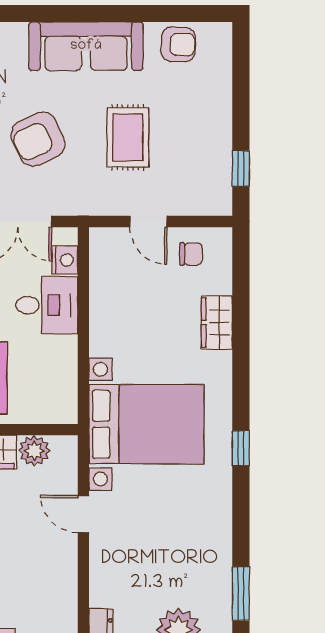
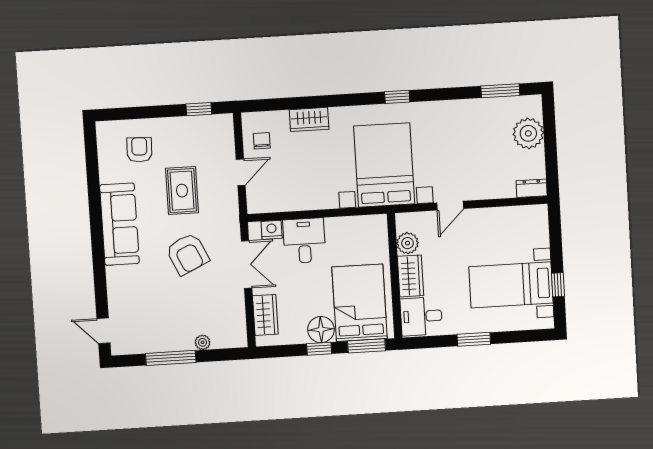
armchair: (178, 44) -> (139, 150), moved
rug: (128, 137) -> (182, 191), turned 90

